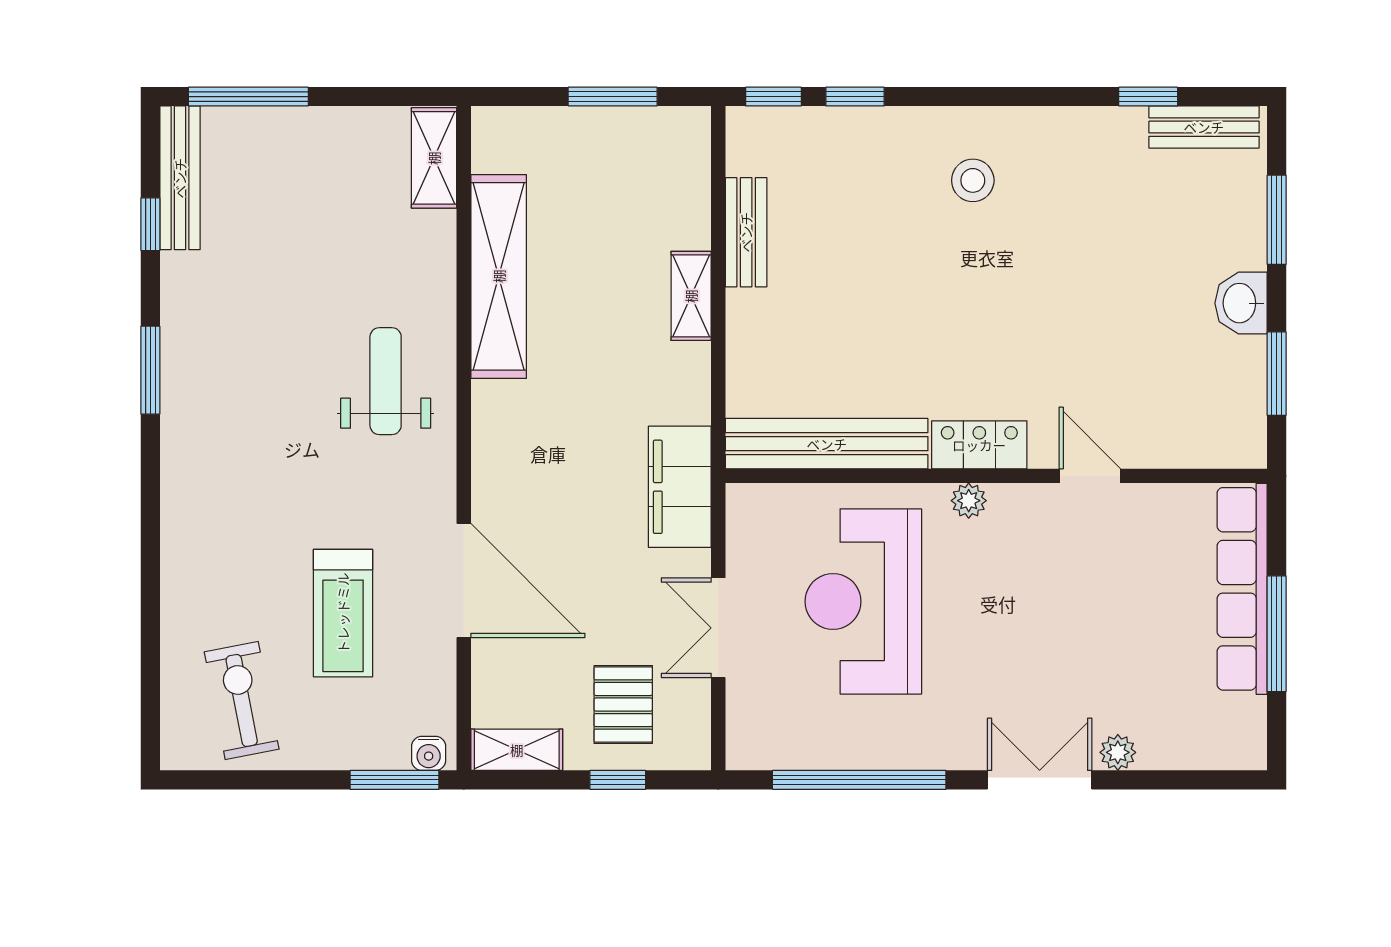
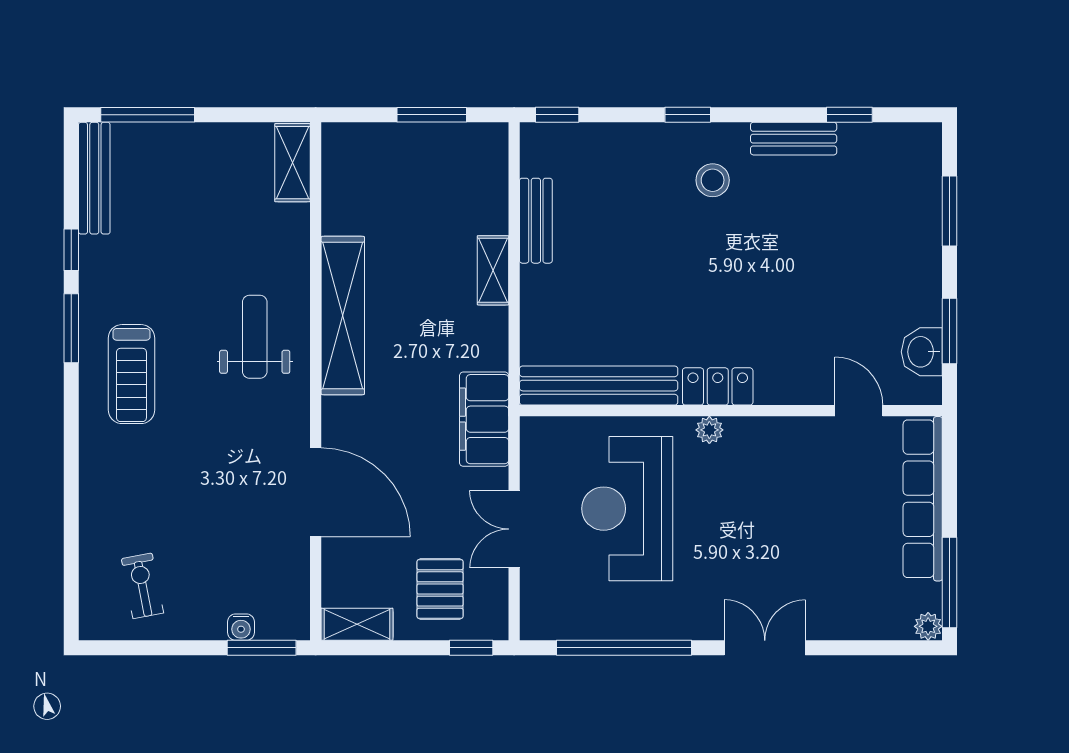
window: (855, 97) -> (688, 115), moved
bench: (1204, 127) -> (794, 139), moved
window: (150, 224) -> (71, 250), moved
shelving: (499, 276) -> (343, 316), moved
washbasin: (1241, 303) -> (922, 352), moved
door: (1090, 476) -> (859, 411), moved
treadmill: (343, 613) -> (131, 374), moved
window: (1277, 634) -> (950, 583), moved
exercise bike: (242, 700) -> (142, 586), width x0.73, depth x0.72
plant: (1118, 752) -> (928, 626), moved
water cooler: (429, 753) -> (241, 627), moved
window: (618, 780) -> (471, 648), moved

